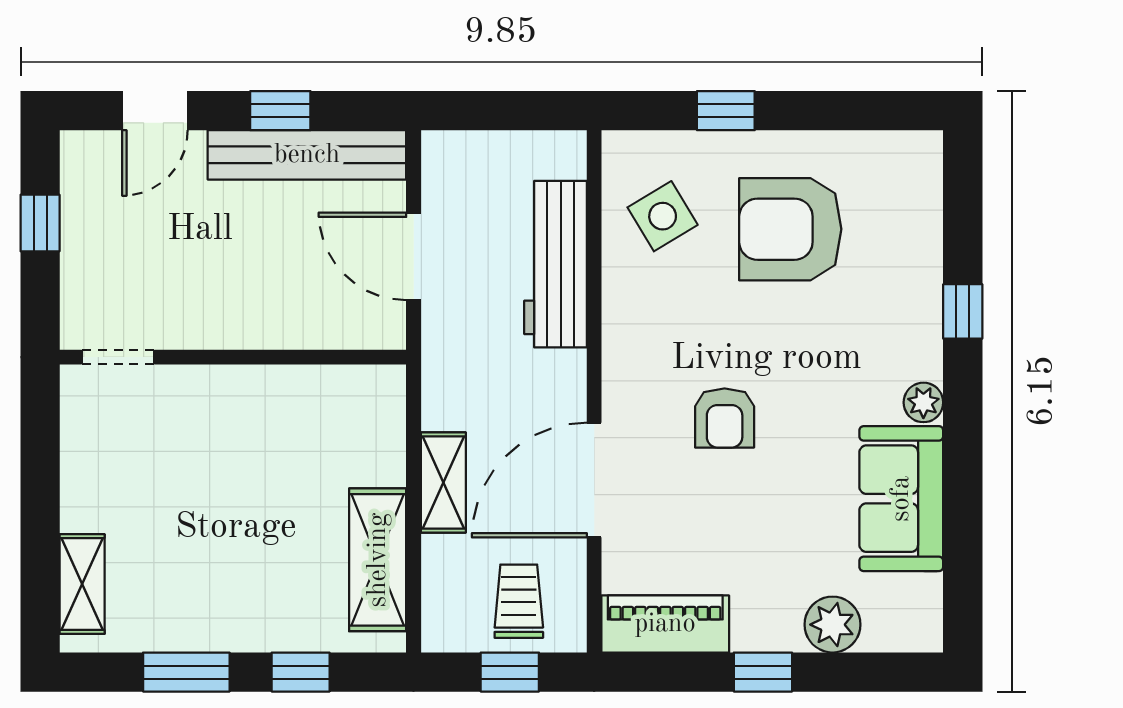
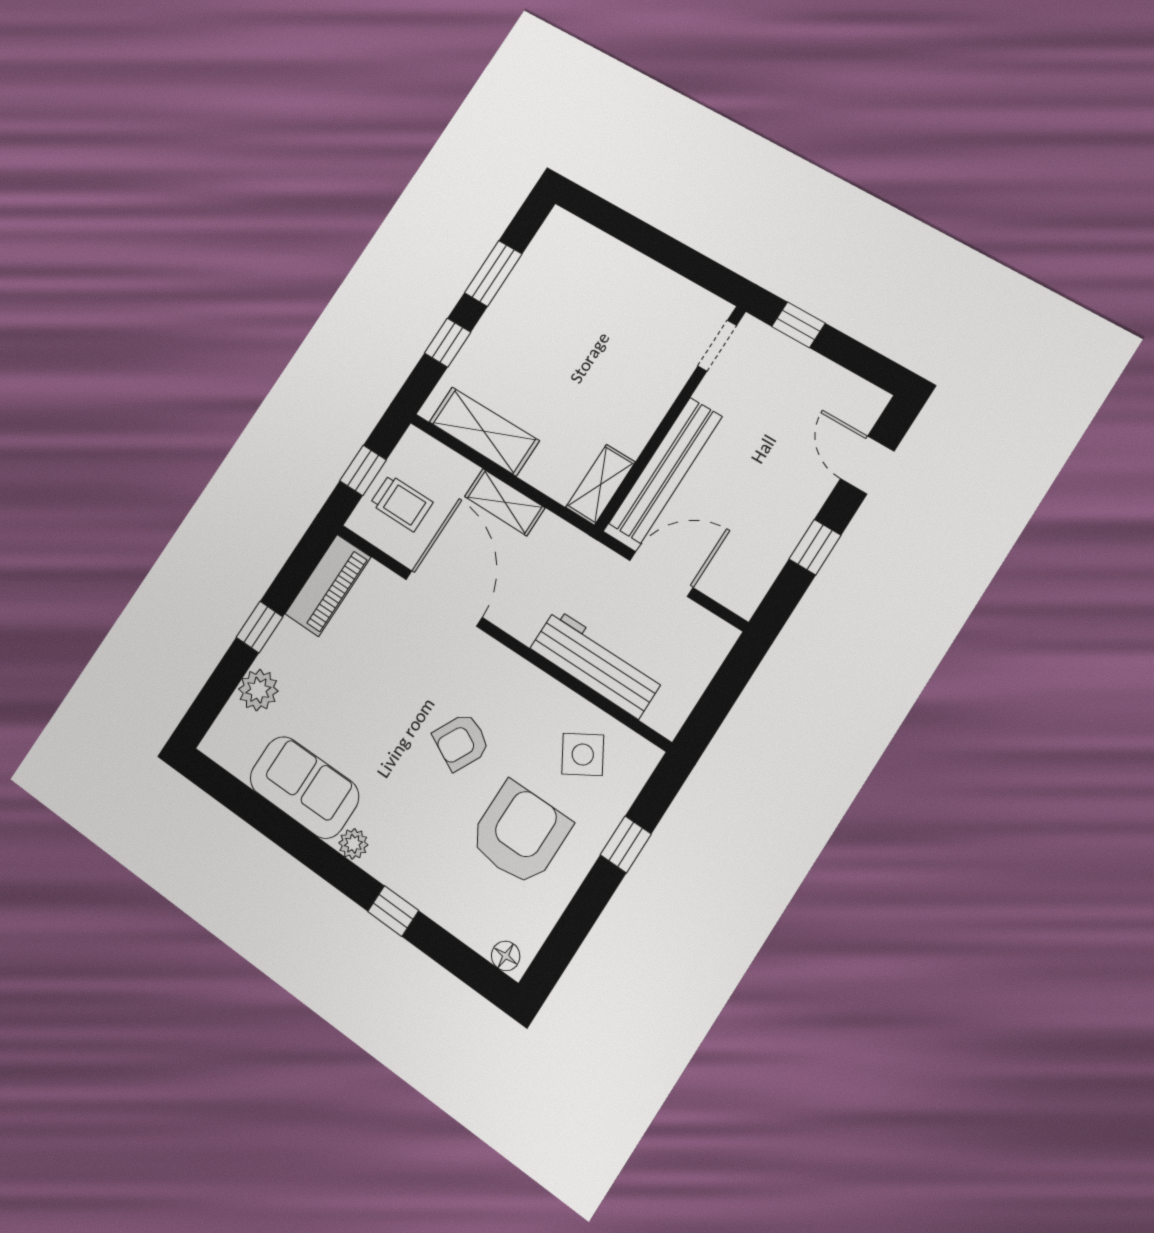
bench: (307, 155) -> (665, 470), moved
floor lamp: (925, 162) -> (506, 956), added
window: (40, 223) -> (798, 325), moved
armchair: (725, 418) -> (461, 742), moved, turned -63
shelving: (82, 584) -> (601, 485), moved, turned 90

